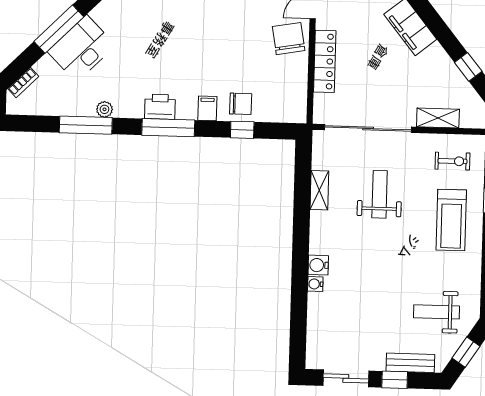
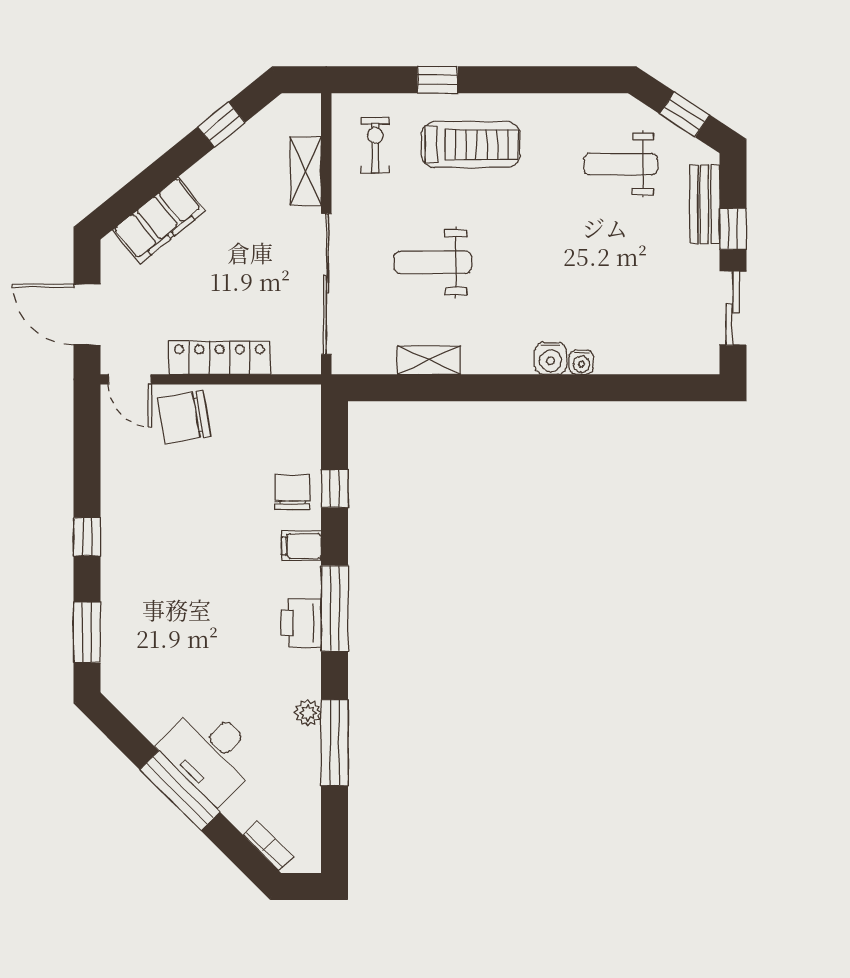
weight bench: (436, 312) -> (621, 164), turned 90

